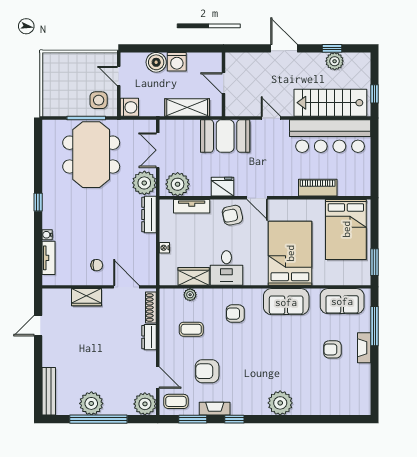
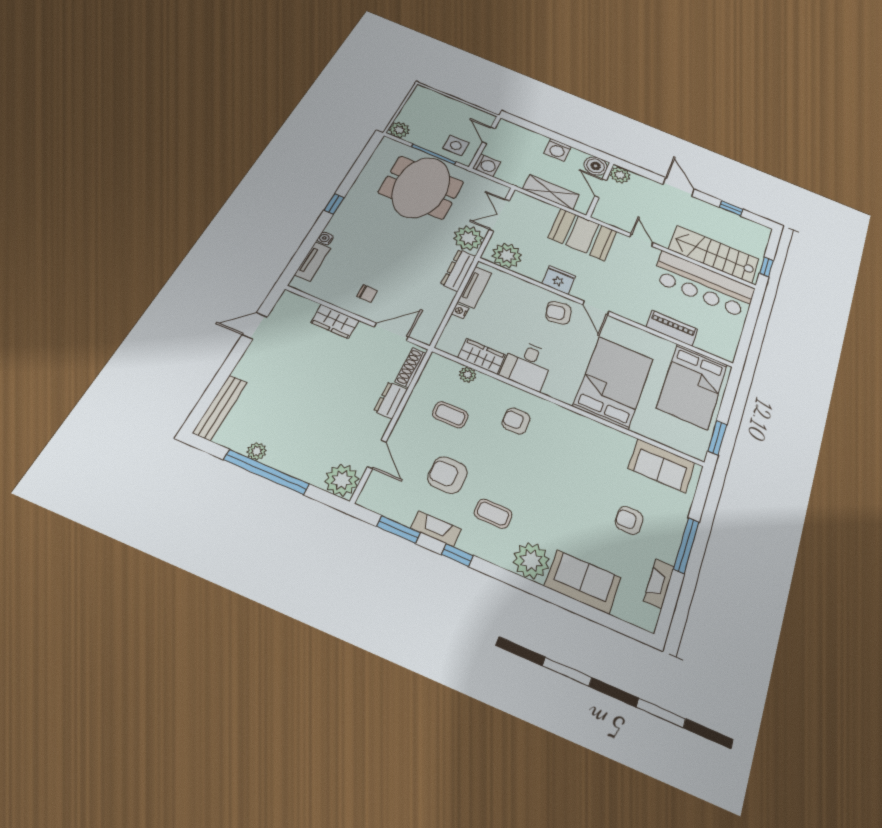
plant: (335, 61) -> (620, 175), moved
boiler: (156, 62) -> (596, 166), moved
plant: (51, 108) -> (399, 130), added
tv unit: (192, 206) -> (475, 287), moved, turned -90
door: (126, 287) -> (391, 332), hinge flipped
sofa: (286, 302) -> (583, 582), moved, turned 180
window: (374, 326) -> (686, 545), moved
fireplace: (364, 348) -> (659, 584), moved
coffee table: (176, 401) -> (493, 514), moved
plant: (91, 403) -> (257, 451), width x0.53, depth x0.53

